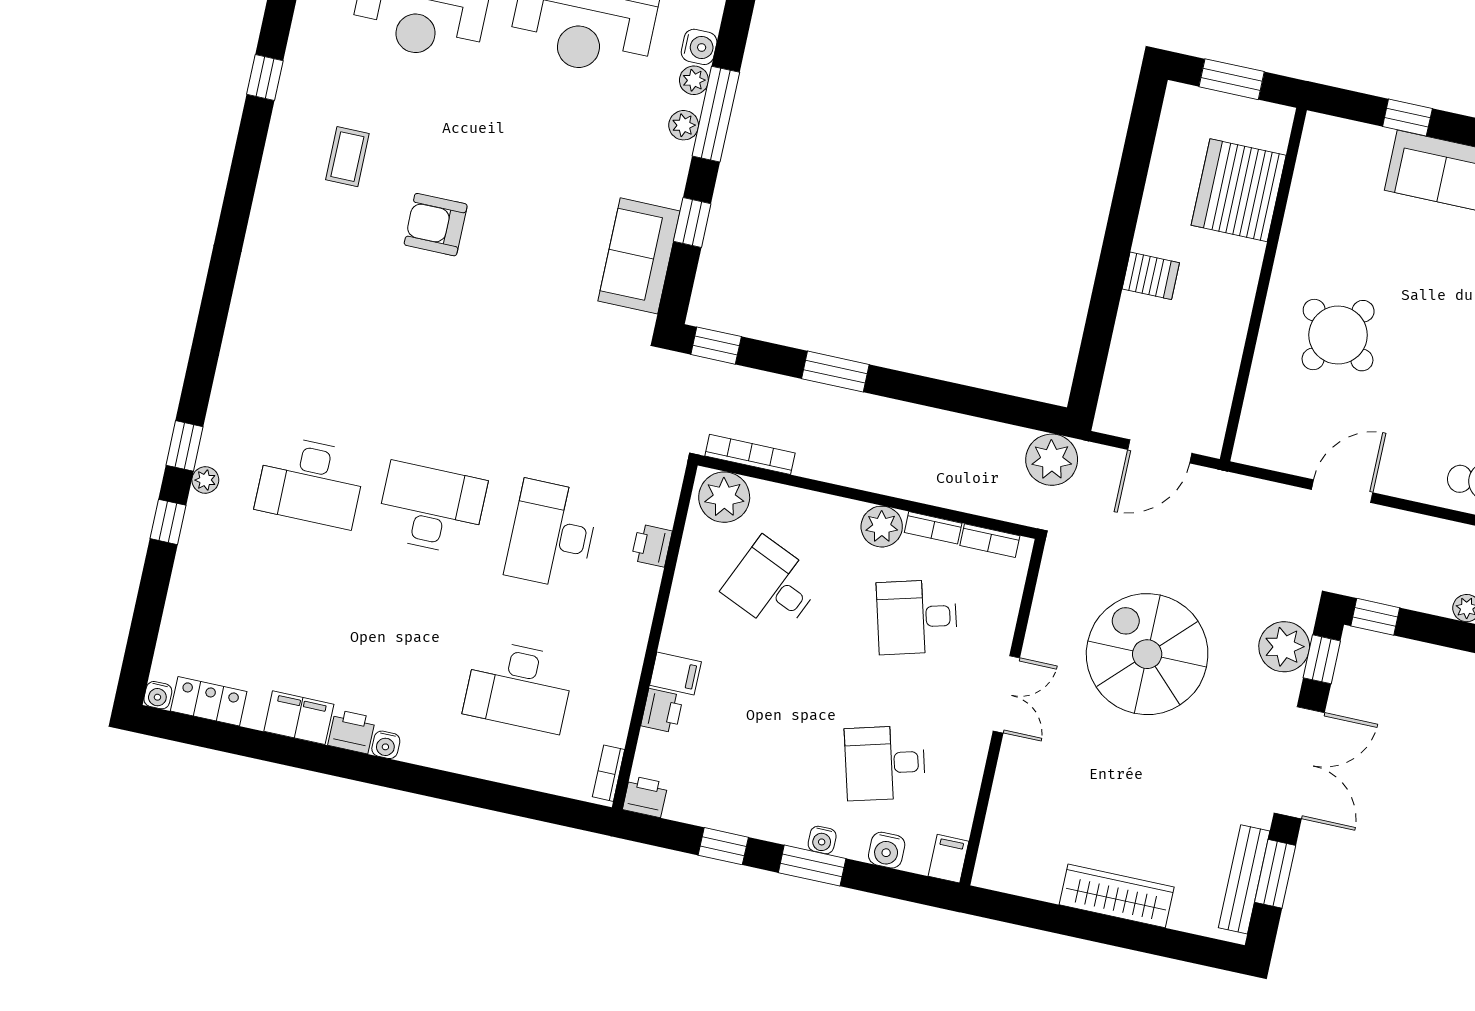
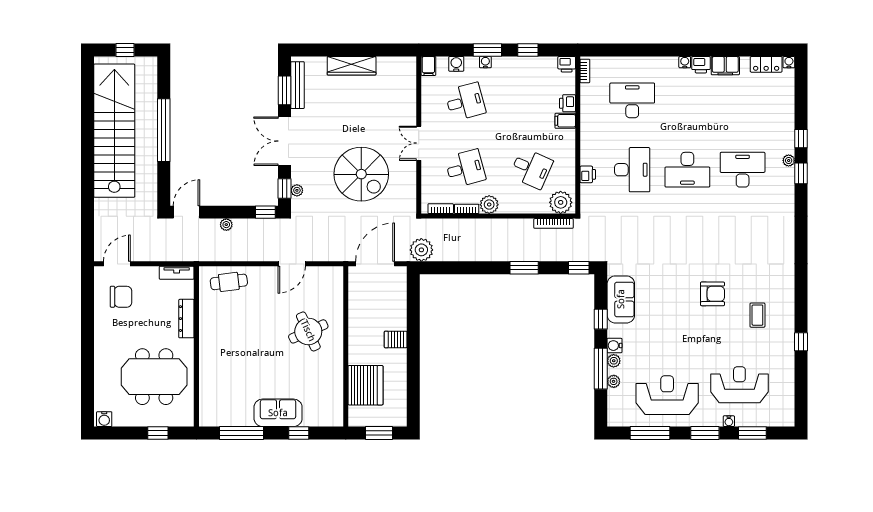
water cooler: (699, 47) -> (614, 346), moved
round table: (1338, 335) -> (308, 331), turned 32
door: (1160, 451) -> (375, 264), width x1.36
plant: (1284, 647) -> (297, 190), width x0.53, depth x0.53

